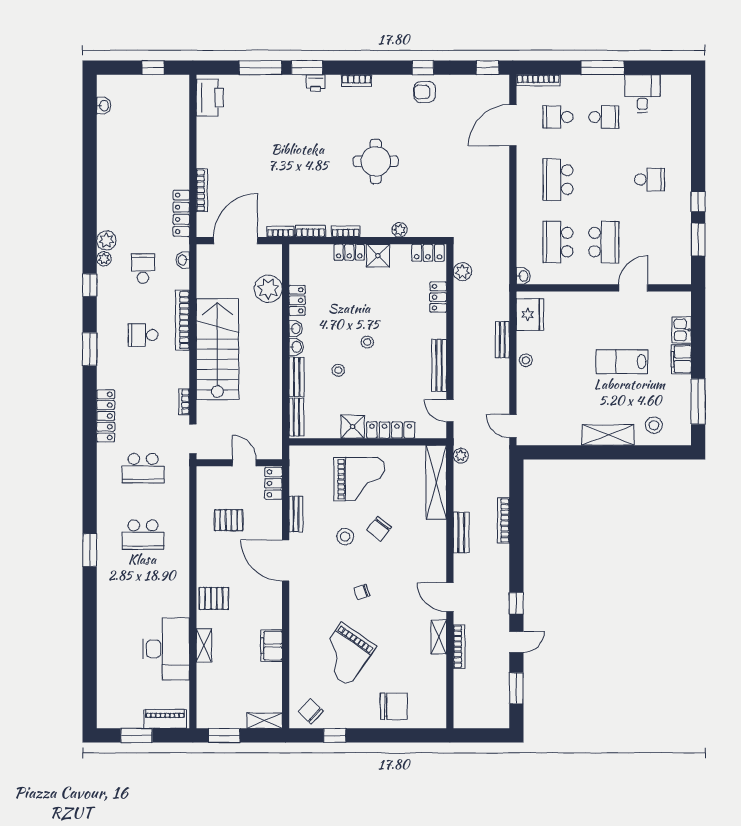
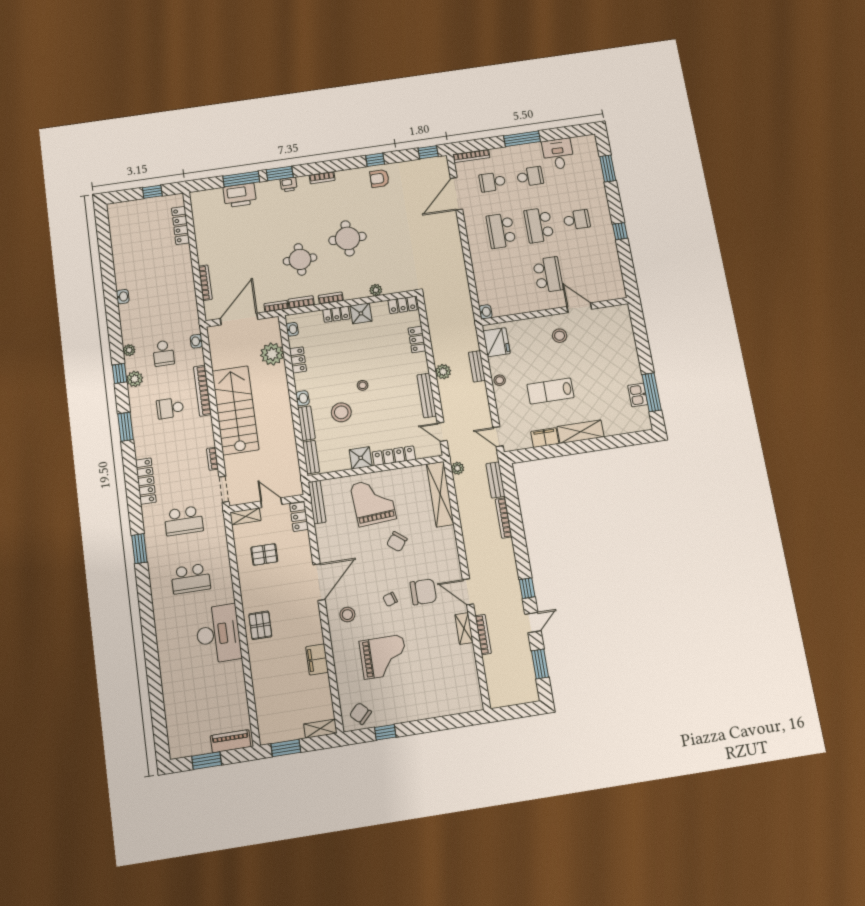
printer: (210, 98) -> (240, 195), moved, turned 90
washbasin: (104, 106) -> (123, 297), moved
round table: (316, 179) -> (300, 259), added
locker: (181, 213) -> (180, 225), moved
plant: (106, 240) -> (135, 379), moved
window: (698, 240) -> (608, 168), moved
school desk: (558, 242) -> (539, 225), moved
school desk: (143, 268) -> (163, 353), turned 180
plant: (462, 272) -> (443, 372), moved
door: (633, 288) -> (579, 308), hinge flipped
washbasin: (296, 329) -> (292, 329), moved
kitchen sink: (682, 330) -> (638, 395), moved
filing cabinet: (681, 359) -> (545, 438), moved, turned 90
lab bench: (622, 362) -> (550, 391), moved
stool: (338, 370) -> (341, 412), width x1.89, depth x1.89
stool: (654, 425) -> (560, 336), moved
grand piano: (359, 479) -> (373, 502), turned -94
bench: (296, 514) -> (317, 502), moved, width x1.36
bench: (461, 532) -> (495, 480), moved
stool: (345, 537) -> (347, 615), moved
window: (90, 550) -> (139, 549), moved
door: (286, 561) -> (319, 582), swing flipped
pallet: (214, 598) -> (260, 625), turned 90
shelving: (204, 645) -> (245, 516), moved, turned 90
desk: (166, 649) -> (218, 634), moved
grand piano: (345, 654) -> (384, 657), turned -125
chair: (394, 706) -> (423, 592), moved

